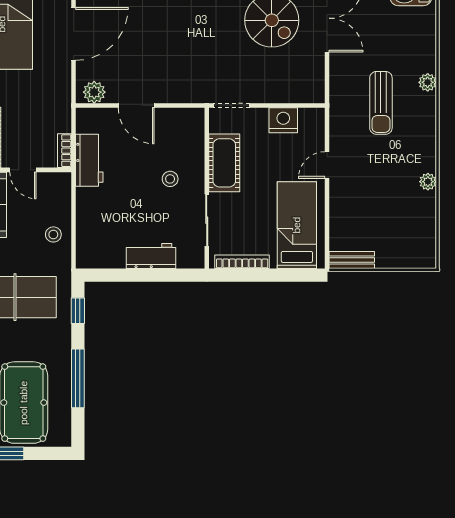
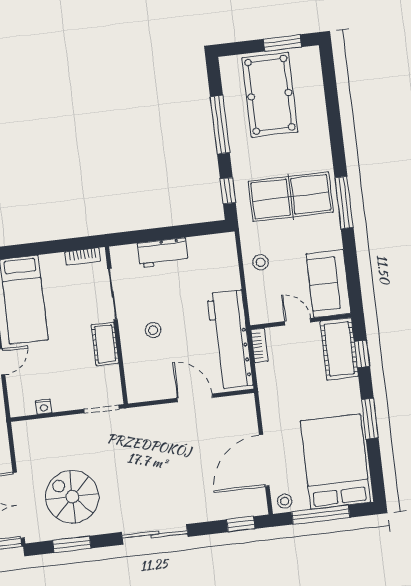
plant: (94, 92) -> (237, 406), removed
nightstand: (283, 120) -> (44, 407), width x0.53, depth x0.56
workbench: (89, 160) -> (230, 339), width x1.88, depth x1.32
cot: (224, 163) -> (105, 344), width x0.73, depth x0.75
bookcase: (242, 262) -> (83, 256), width x0.64

